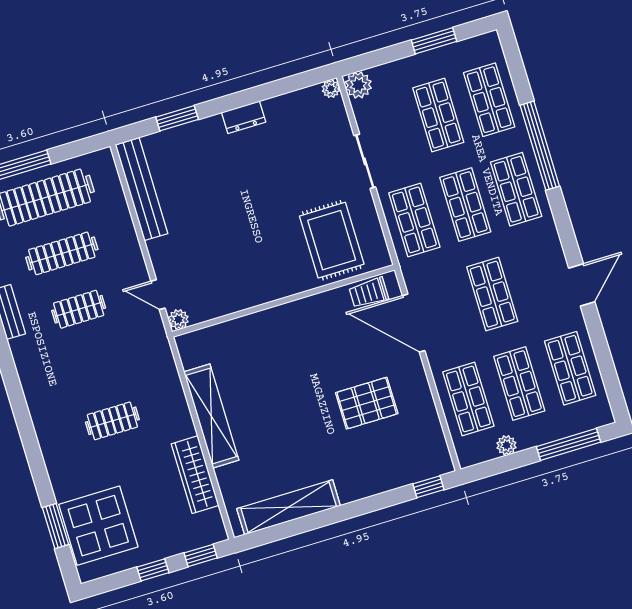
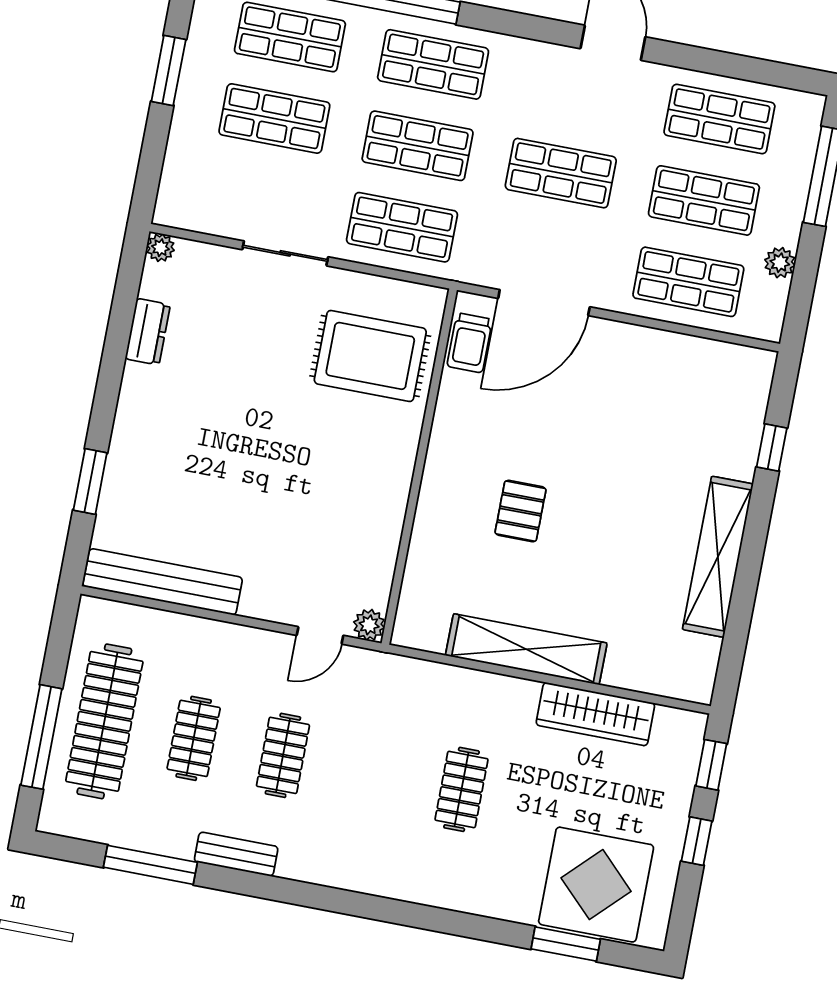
plant: (358, 85) -> (175, 207), removed
dresser: (244, 117) -> (148, 332), moved
clothes rail: (62, 253) -> (194, 738), width x0.73
pallet: (367, 403) -> (520, 511), moved, width x0.67, depth x0.71
window: (428, 487) -> (772, 447), moved
shelving: (289, 507) -> (718, 557), moved

